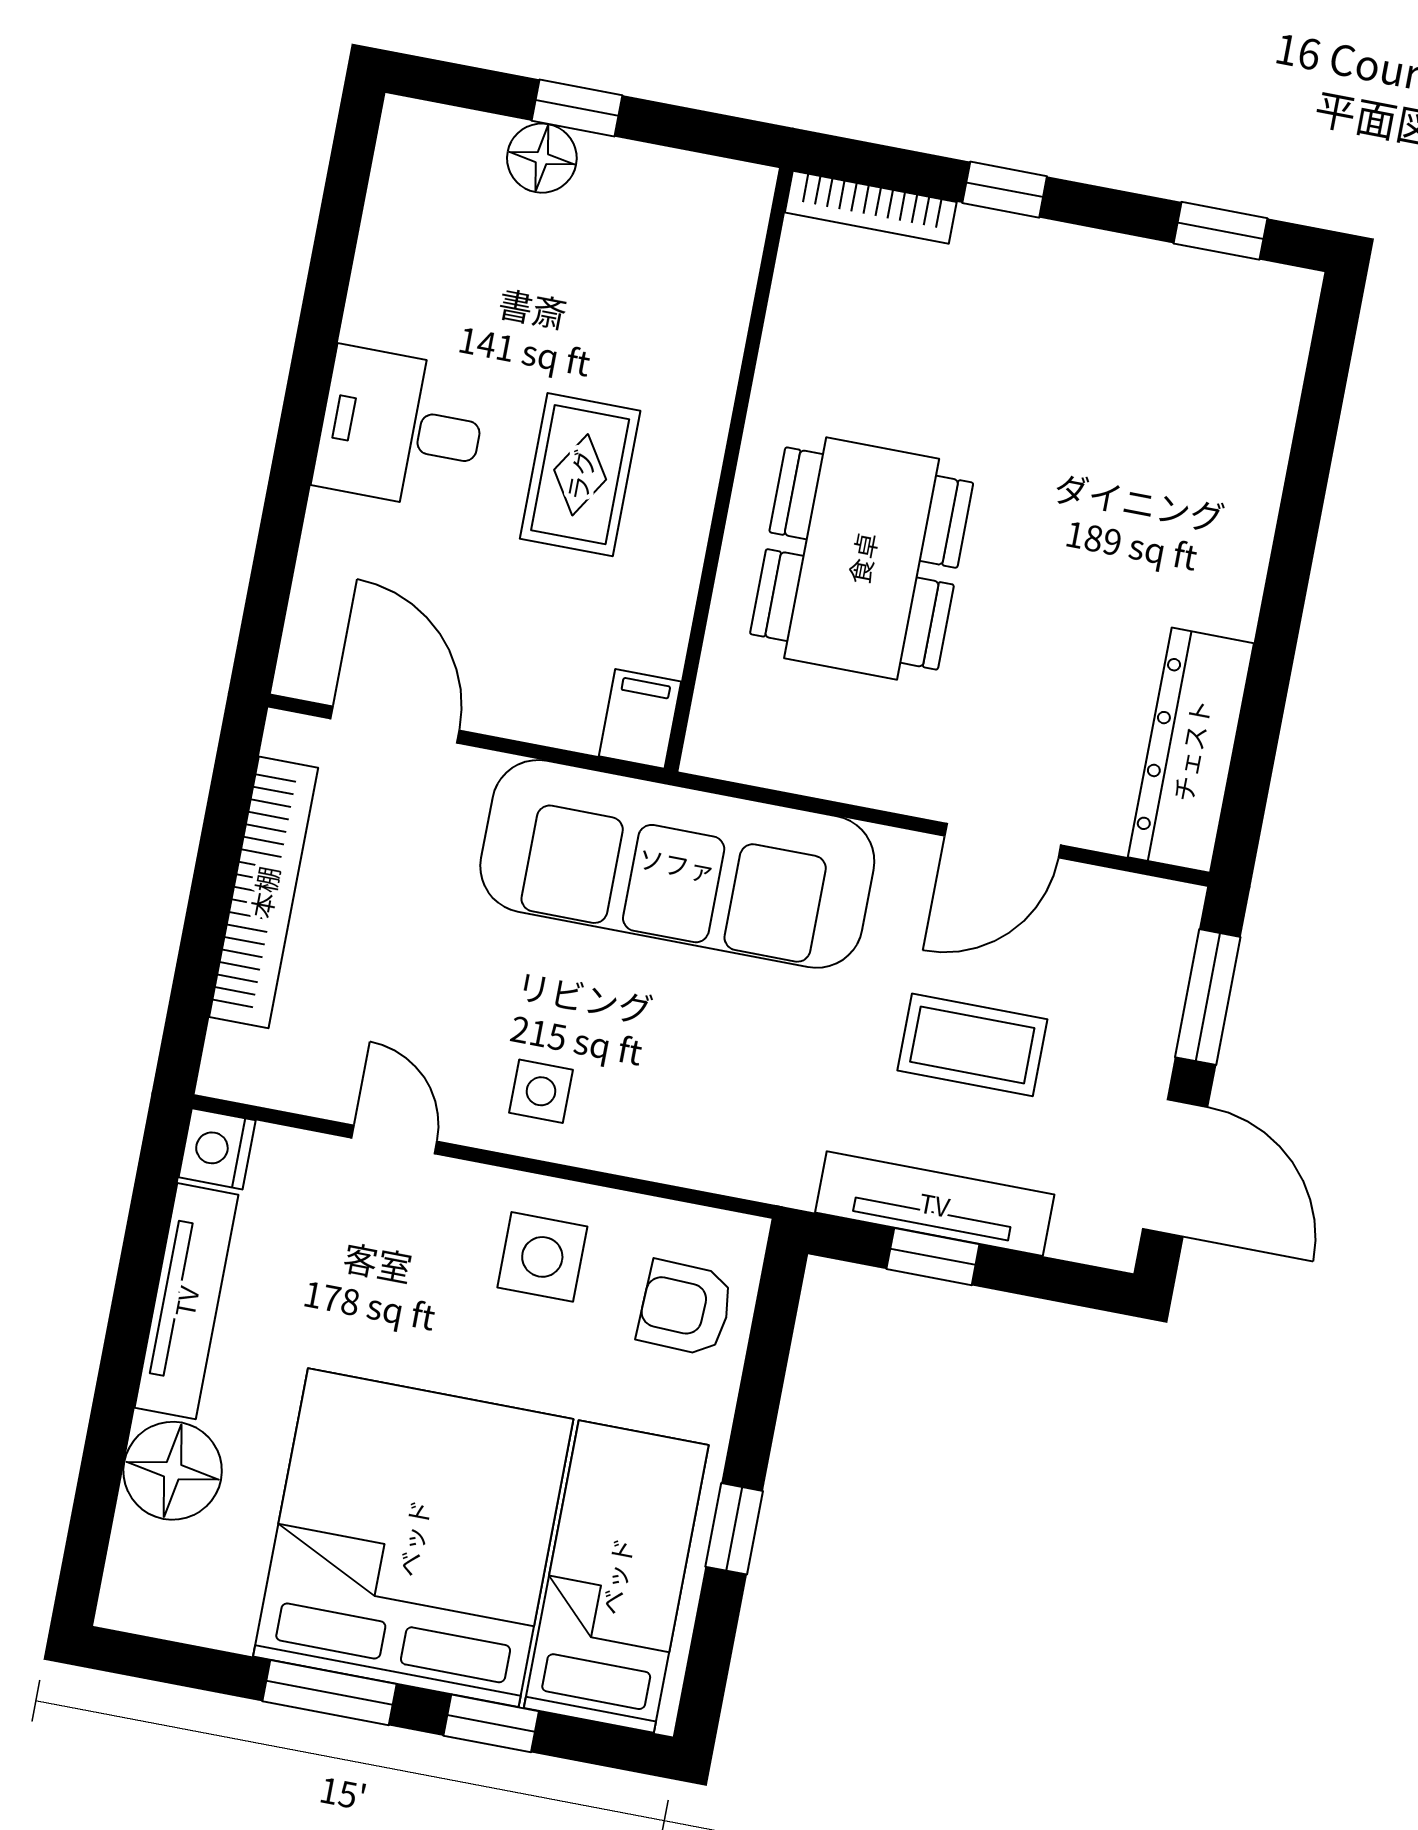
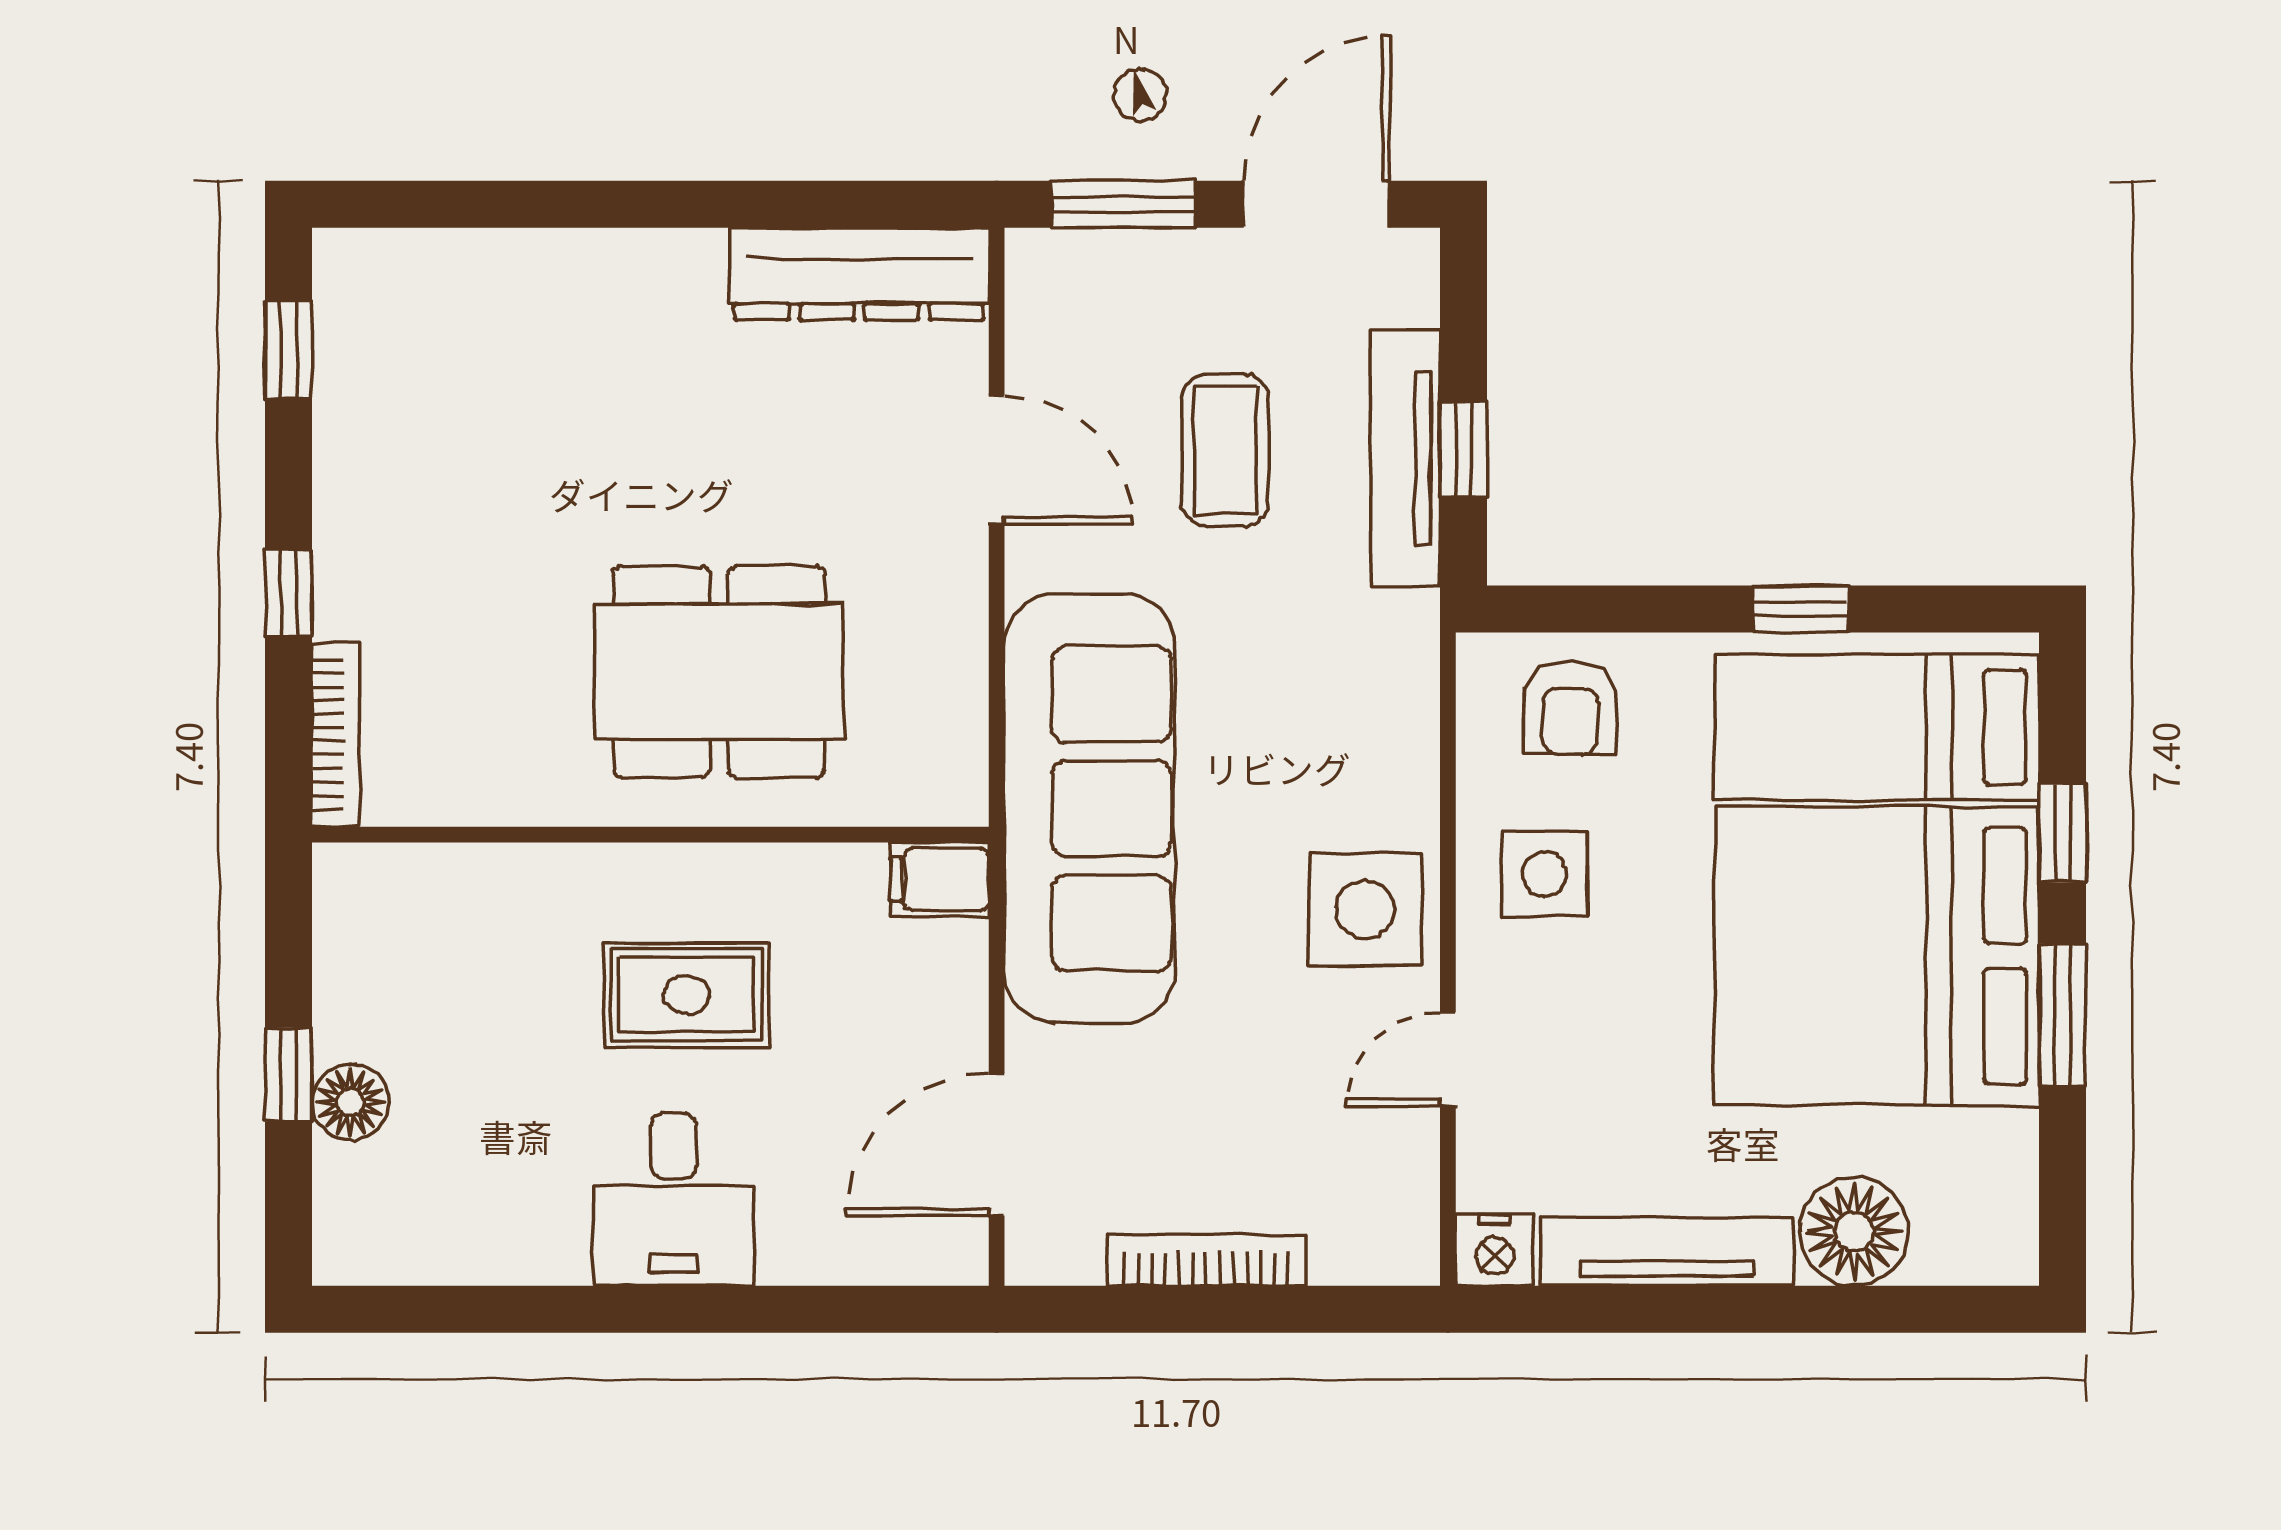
bookcase: (264, 892) -> (1206, 1260), width x0.68, depth x0.76
side table: (541, 1091) -> (1365, 910), width x1.87, depth x1.87

